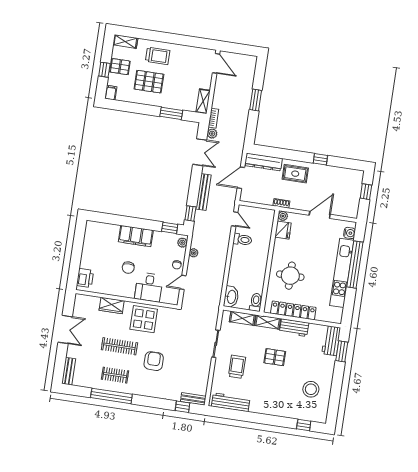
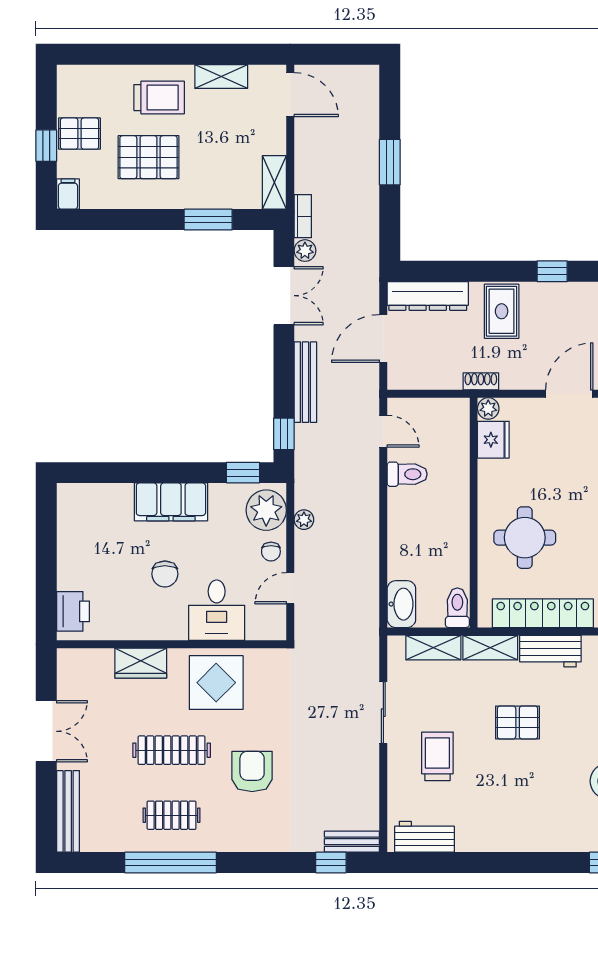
shelving: (125, 41) -> (221, 77), moved
rug: (295, 174) -> (502, 311), turned 90
plant: (182, 243) -> (266, 510), width x1.88, depth x1.88
bench: (69, 371) -> (68, 811), width x1.36
workbench: (231, 402) -> (424, 837), width x0.73

